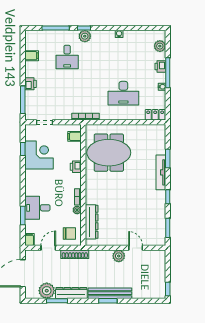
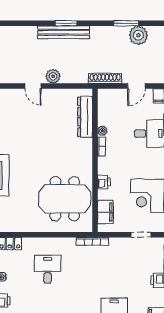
desk: (123, 93) -> (48, 269), width x0.73
filing cabinet: (75, 136) -> (105, 212), width x2.00
chair: (69, 234) -> (112, 103), removed
dresser: (71, 293) -> (109, 32), removed

